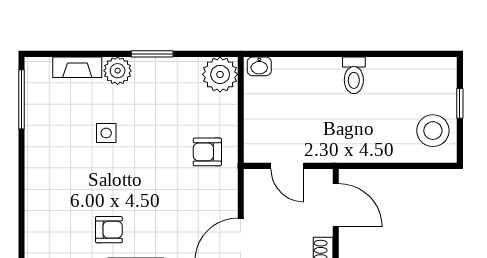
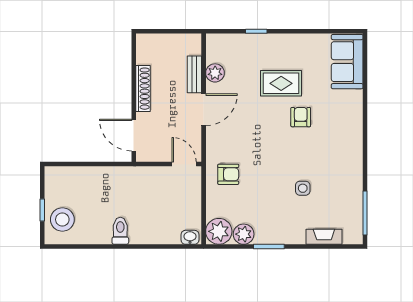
plant: (118, 71) -> (244, 234), moved
stool: (433, 131) -> (62, 220), moved
door: (287, 166) -> (184, 164), moved
armchair: (109, 230) -> (301, 117), turned 90

